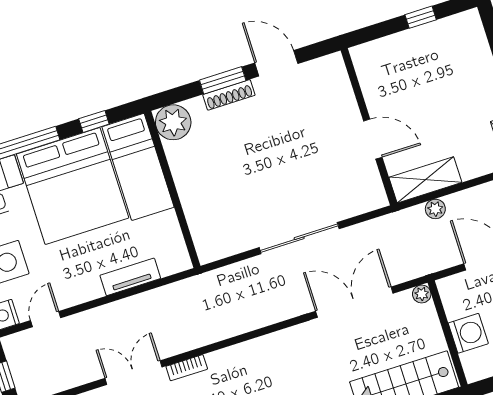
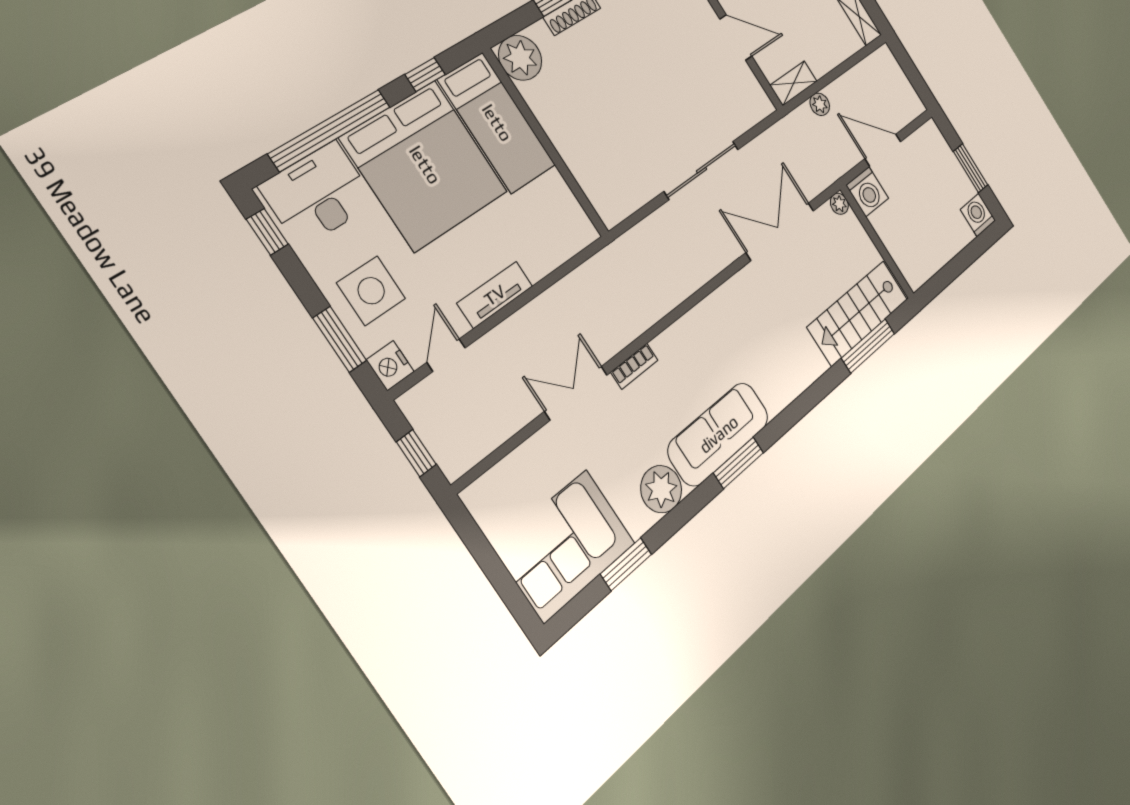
shelving: (425, 180) -> (794, 83), width x0.67, depth x0.75
tv unit: (130, 277) -> (495, 295), moved
washing machine: (468, 333) -> (867, 192), moved, turned 90

